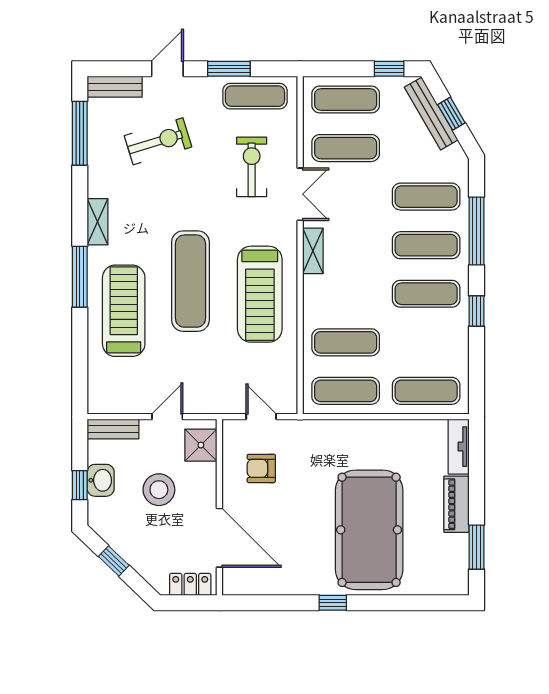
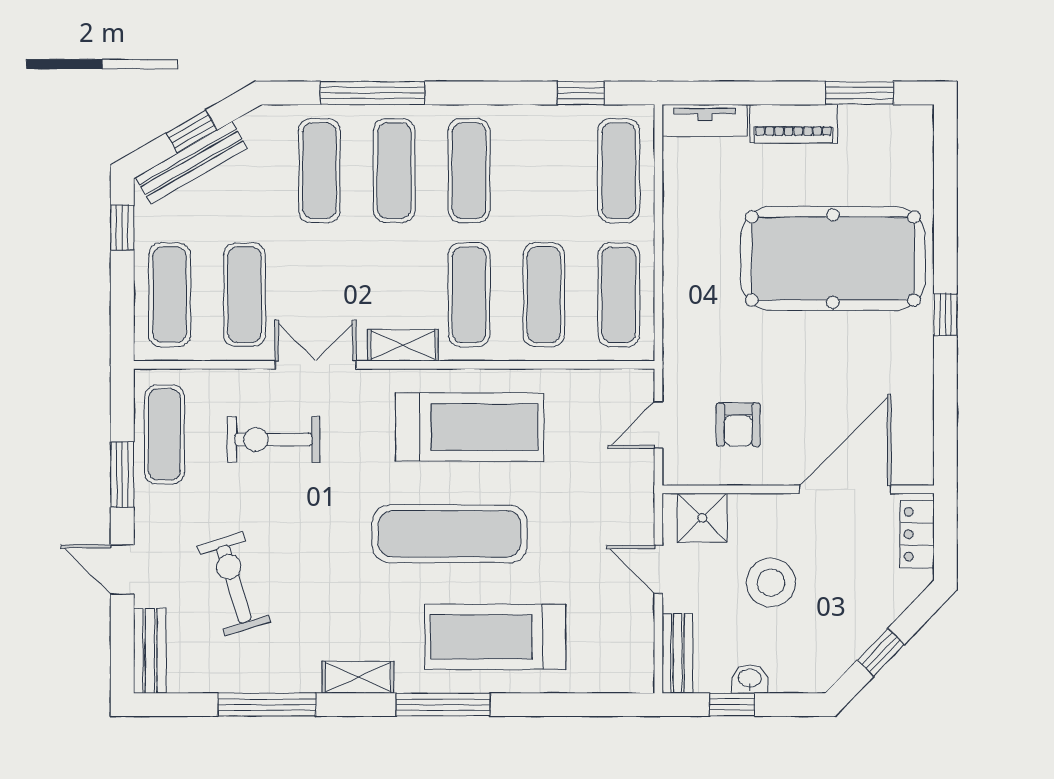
window: (80, 133) -> (267, 705), moved
exercise mat: (346, 294) -> (469, 295), added
window: (476, 311) -> (581, 93), moved
washbasin: (101, 480) -> (750, 679), width x0.72, depth x0.69
window: (80, 485) -> (732, 705), moved

